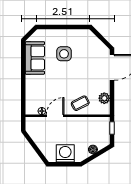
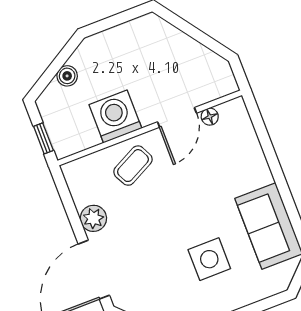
plant: (104, 98) -> (93, 218), moved
washing machine: (65, 153) -> (115, 116), moved, turned 180

